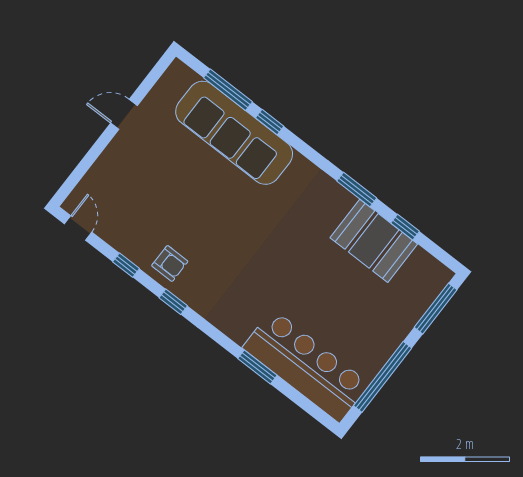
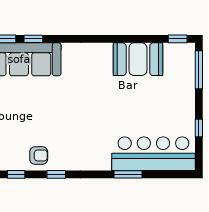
window: (357, 190) -> (108, 39), removed
window: (405, 227) -> (178, 39), moved
window: (383, 377) -> (199, 128), width x0.32

